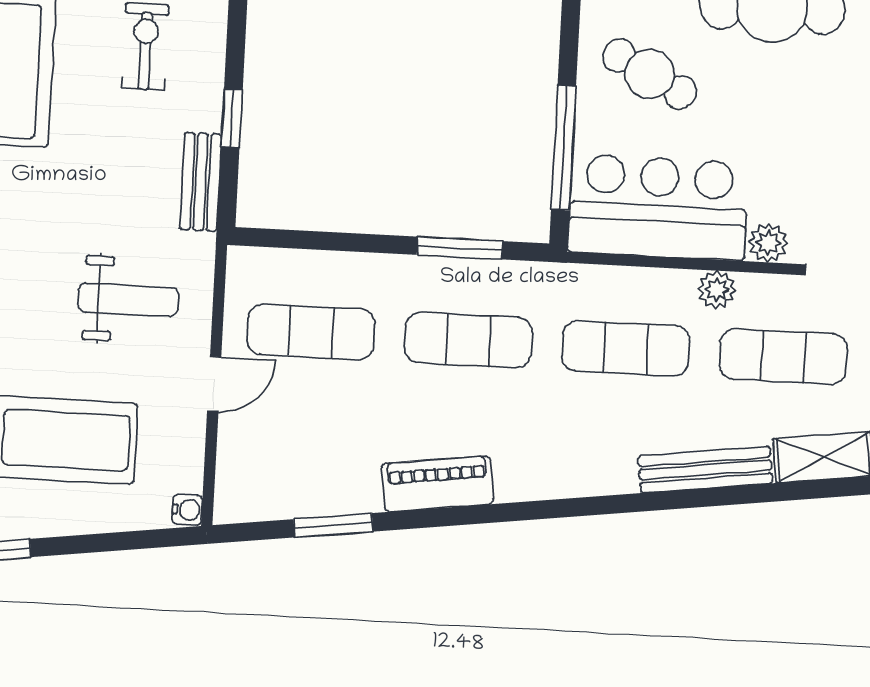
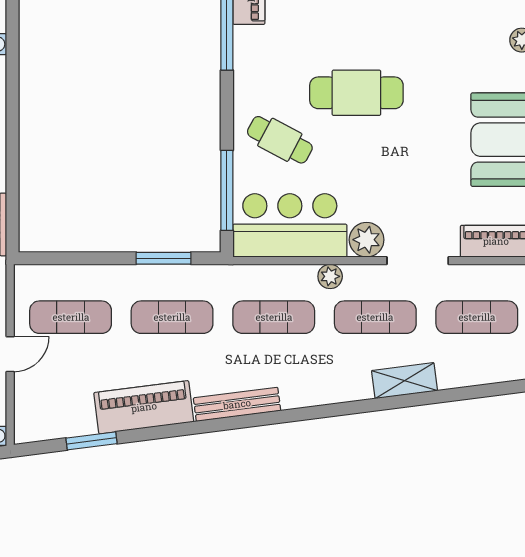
window: (232, 118) -> (12, 182), removed
plant: (768, 243) -> (367, 240), width x1.38, depth x1.38
bench: (705, 470) -> (237, 404), moved
piano: (438, 484) -> (144, 407), width x1.37, depth x1.33

